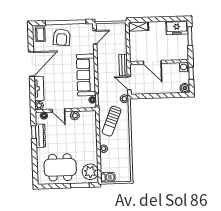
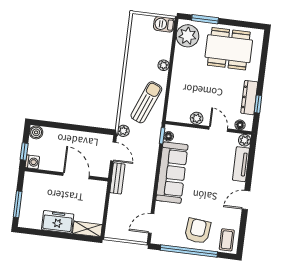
freezer: (177, 28) -> (58, 222), moved
door: (31, 64) -> (246, 200), width x0.53

